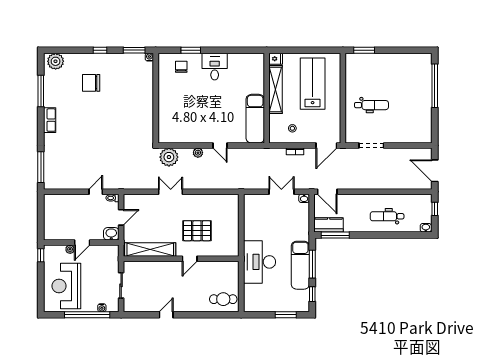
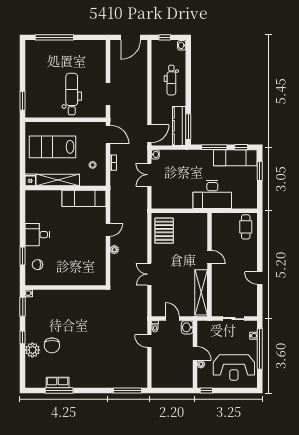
plant: (56, 61) -> (32, 350), moved
dental chair: (372, 105) -> (72, 94), width x1.36, depth x1.38
row of seats: (50, 120) -> (58, 383), moved
plant: (169, 157) -> (118, 276), removed
kitchen counter: (329, 225) -> (179, 126), width x1.50
pallet: (197, 231) -> (164, 231), moved
exam couch: (300, 265) -> (235, 158), moved

